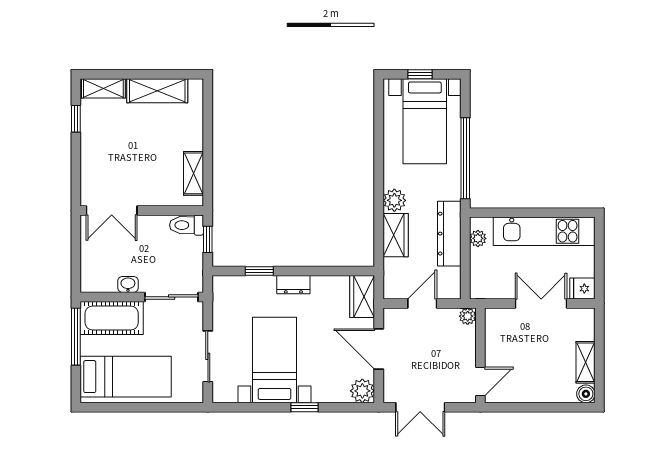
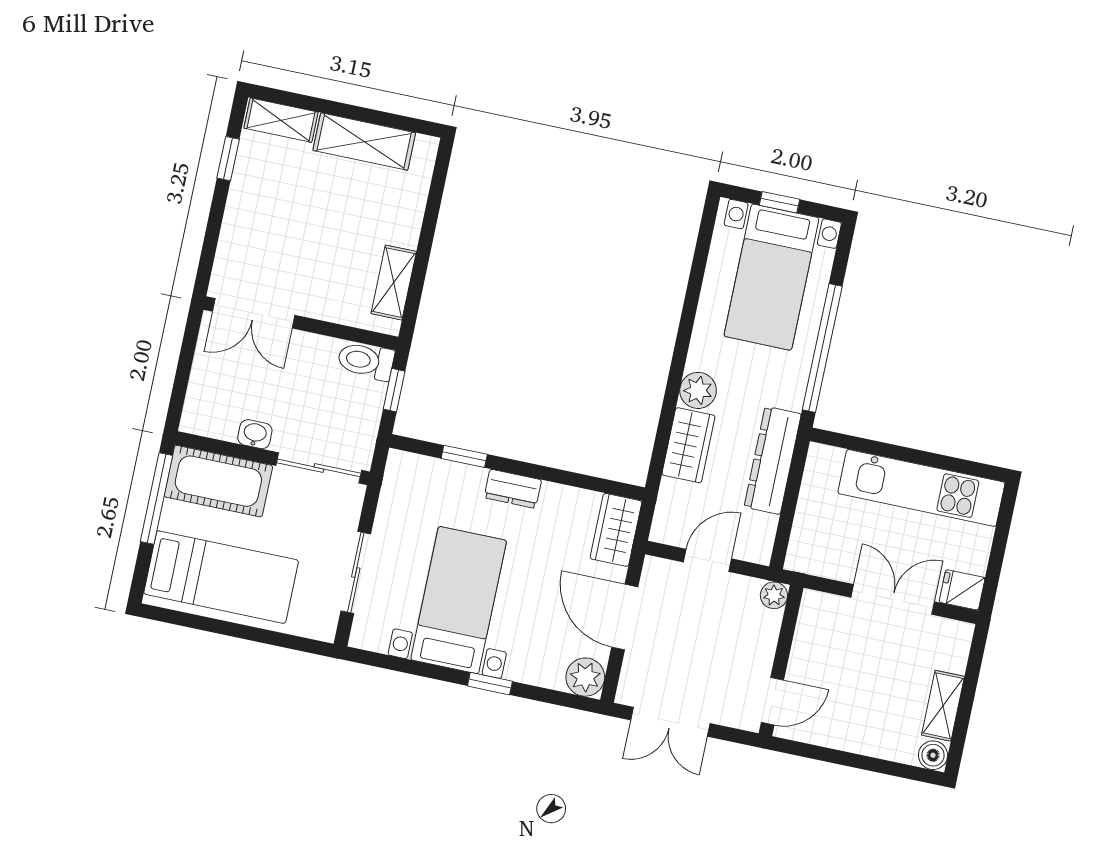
plant: (478, 238) -> (816, 477), removed

